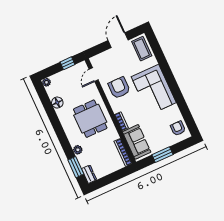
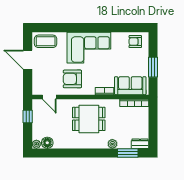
floor lamp: (57, 103) -> (47, 143), moved

